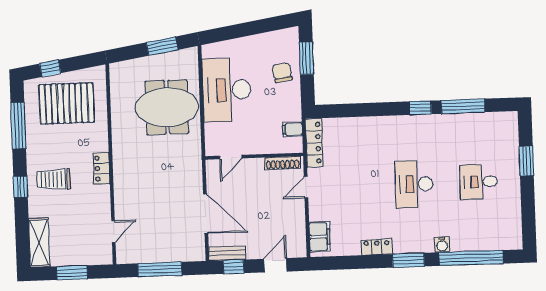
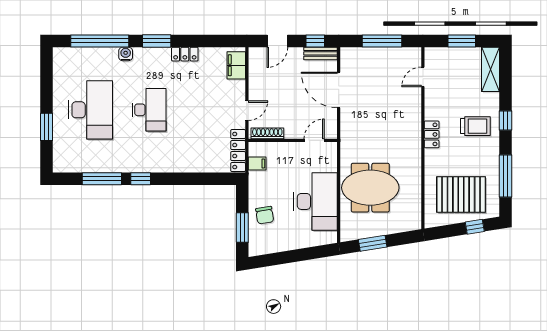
desk: (479, 182) -> (90, 110), width x1.87, depth x1.30

